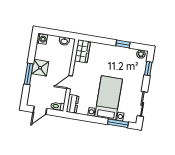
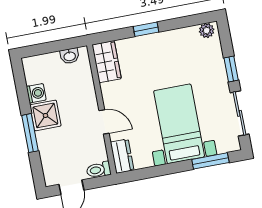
washing machine: (42, 39) -> (36, 93), moved
window: (123, 44) -> (146, 29), moved
window: (148, 69) -> (231, 69), moved
door: (70, 82) -> (104, 122), swing flipped

